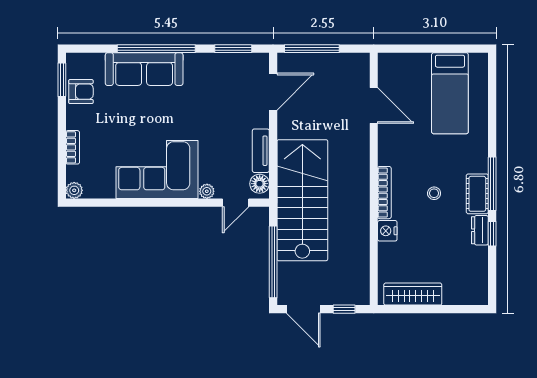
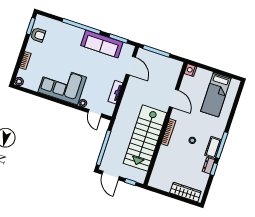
sofa: (144, 69) -> (102, 44), moved
door: (273, 92) -> (131, 66), hinge flipped
door: (374, 106) -> (174, 98), moved
floor lamp: (260, 184) -> (110, 108), removed
stairs: (302, 200) -> (145, 138), moved, turned 180
door: (236, 203) -> (95, 113), hinge flipped
nightstand: (387, 231) -> (190, 70), moved
wardrobe: (413, 294) -> (185, 192), moved

